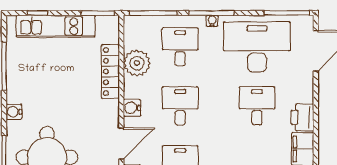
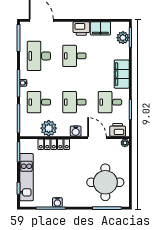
desk: (257, 47) -> (39, 56), width x0.73, depth x0.77
water cooler: (14, 112) -> (57, 202), moved

